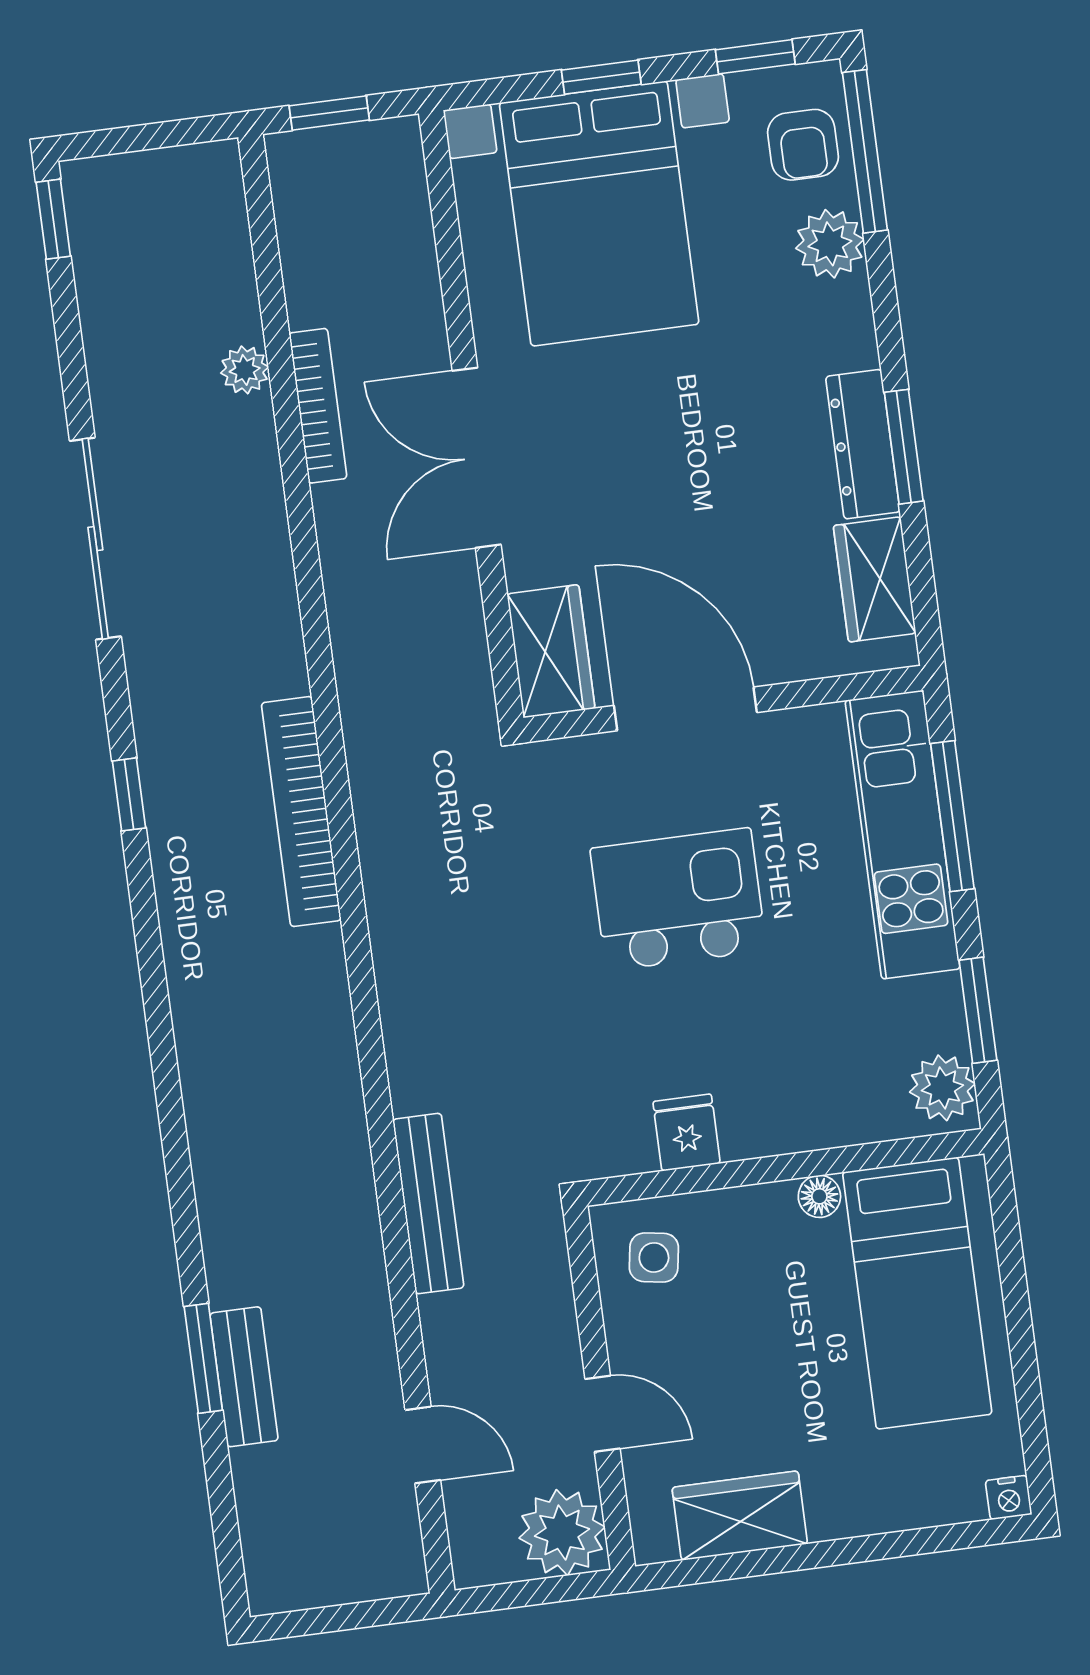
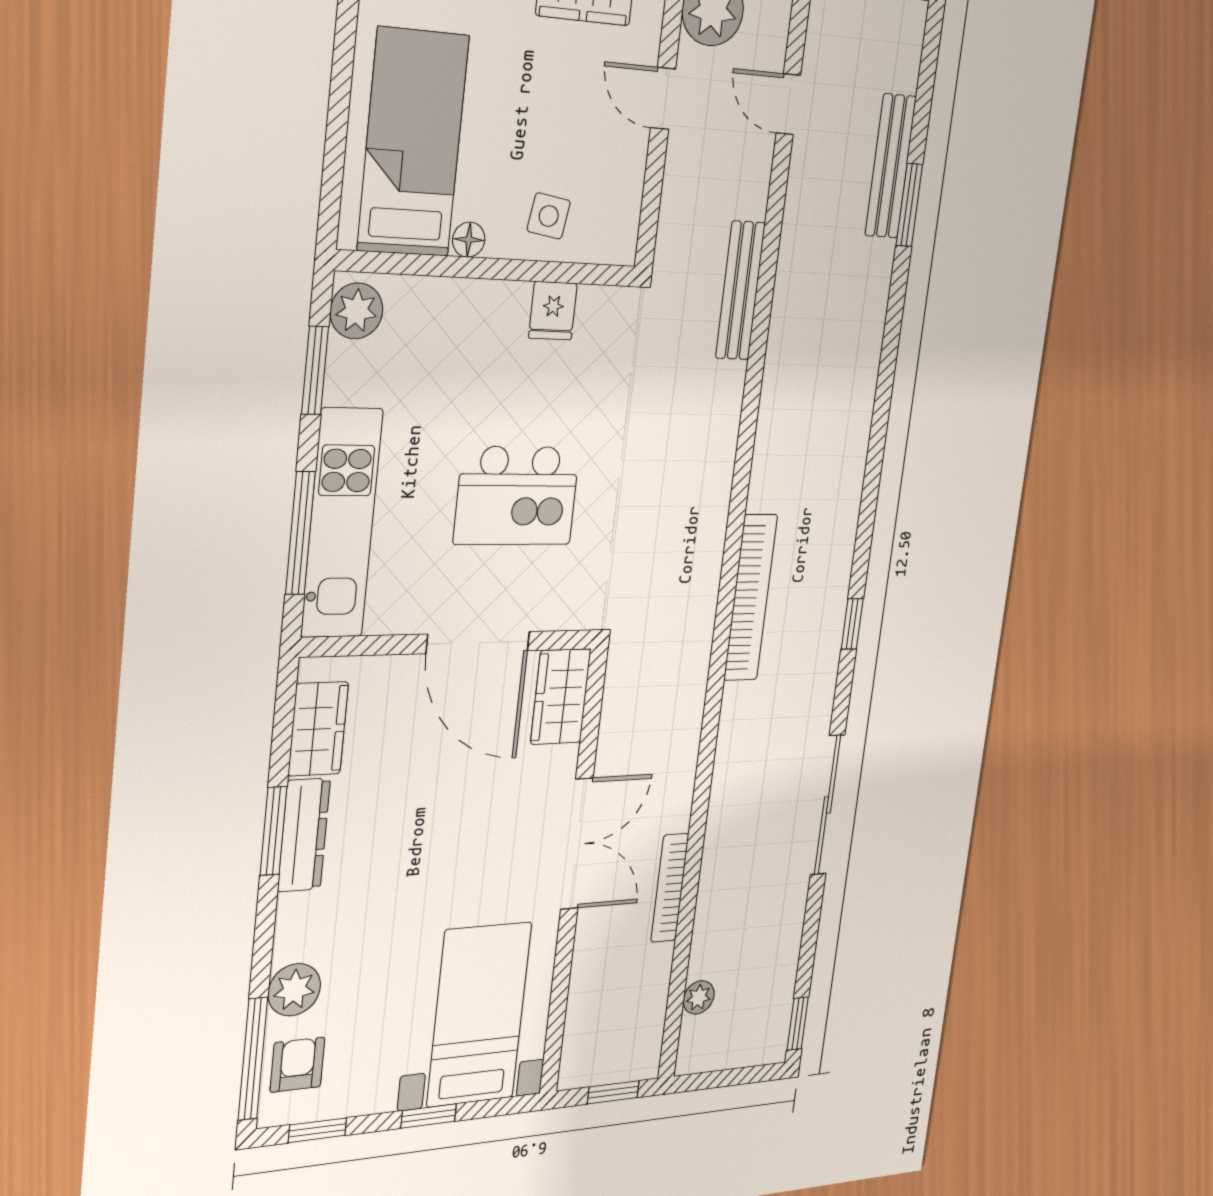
bed with nightstands: (599, 213) -> (479, 1015), width x0.73
plant: (245, 370) -> (699, 997), moved
side table: (654, 1257) -> (549, 216), moved
bench: (244, 1377) -> (891, 166), width x1.36

